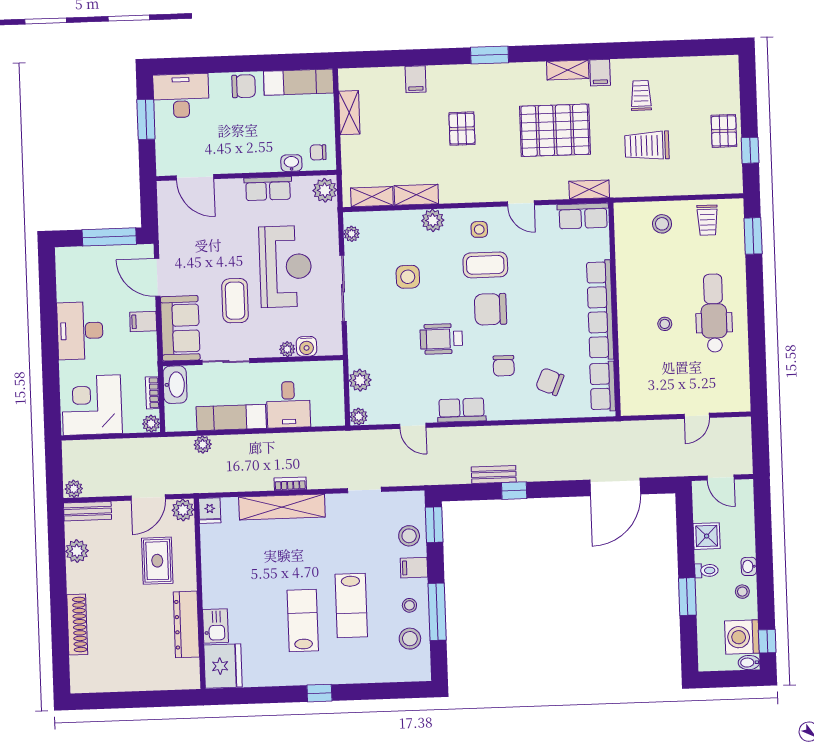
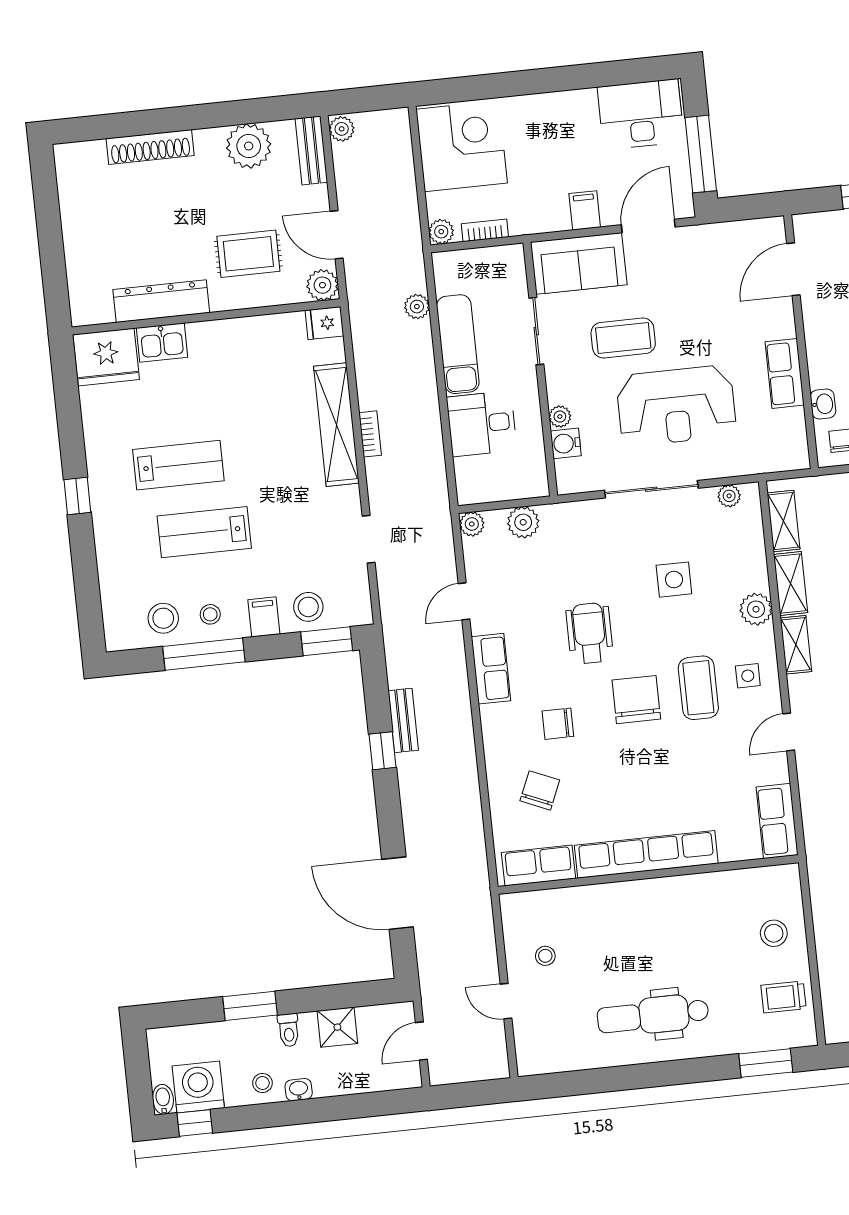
plant: (325, 190) -> (788, 454), removed
shelving: (589, 190) -> (796, 645), moved
dental chair: (714, 313) -> (653, 1015), turned 180
stool: (665, 324) -> (545, 956), moved
desk: (80, 331) -> (641, 114), moved
washbasin: (175, 385) -> (499, 262), removed
plant: (77, 551) -> (249, 146), width x1.36, depth x1.36

